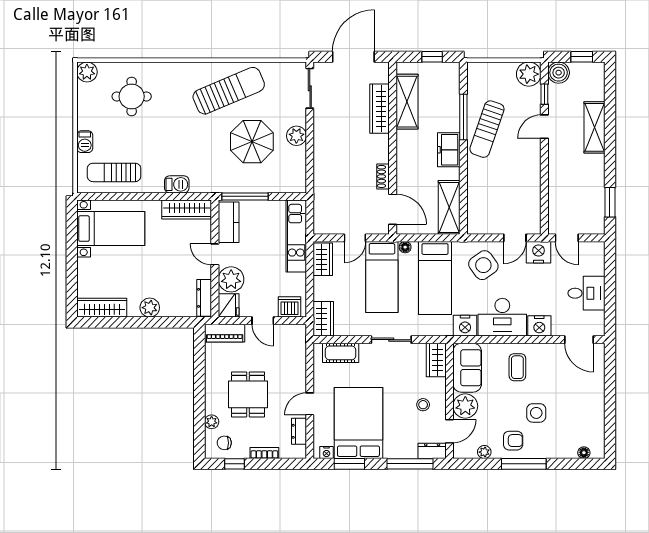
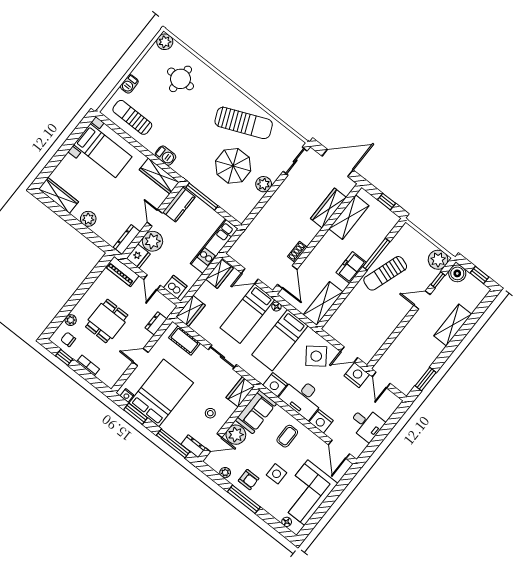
corner sofa: (580, 408) -> (306, 493), added
dresser: (299, 431) -> (156, 323), moved

